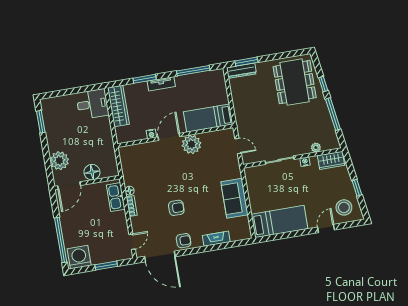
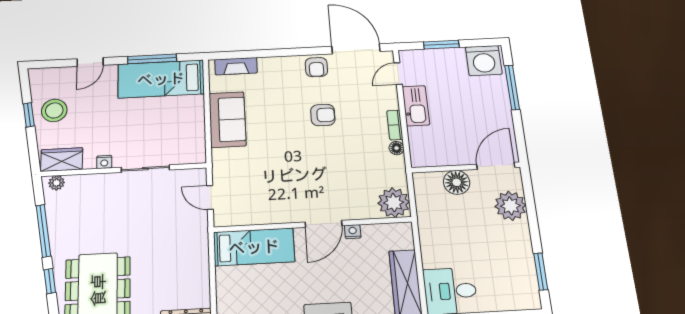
plant: (191, 144) -> (394, 203), moved
plant: (316, 148) -> (57, 183), moved
kitchen sink: (116, 197) -> (416, 106), moved
stool: (344, 207) -> (54, 110), moved
armchair: (176, 208) -> (323, 115), turned 180
window: (287, 235) -> (152, 59), added
fireplace: (216, 239) -> (236, 66), moved
window: (61, 240) -> (512, 87), width x0.68
armchair: (184, 241) -> (316, 67), turned -90

